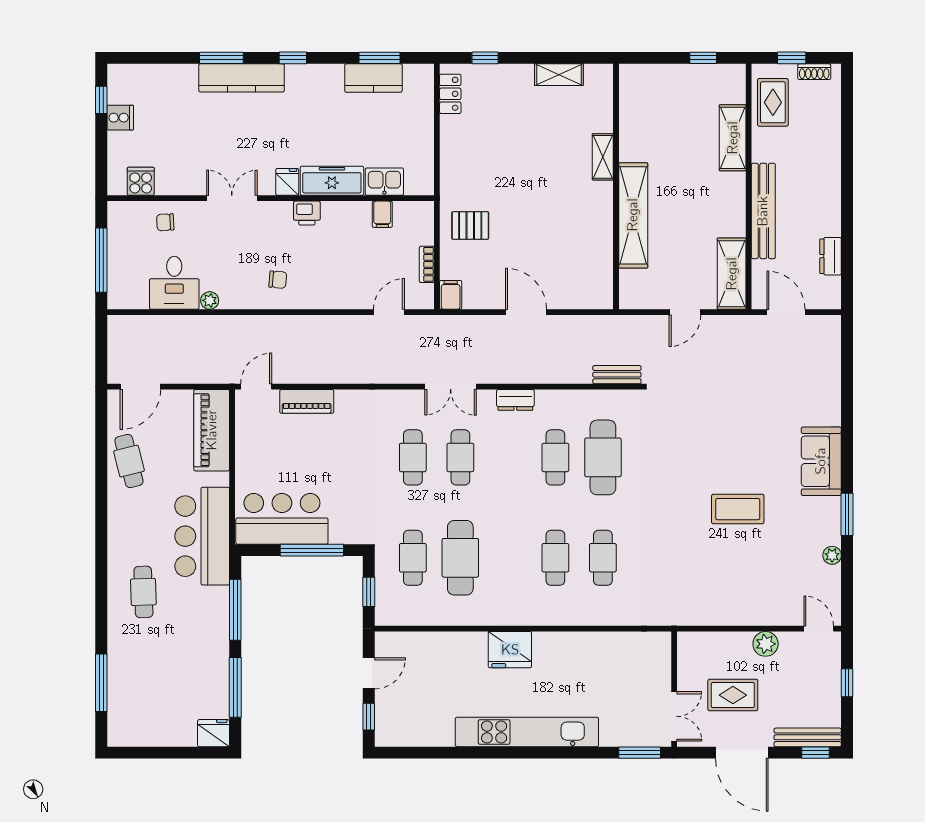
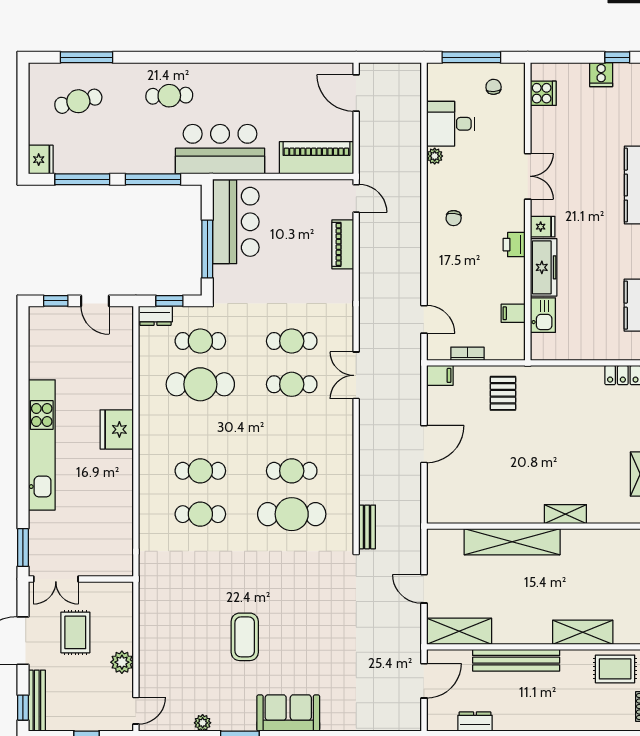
chair: (165, 222) -> (494, 87), moved
dresser: (515, 400) -> (155, 316), moved, turned -90
cafe table: (129, 461) -> (78, 101), moved

